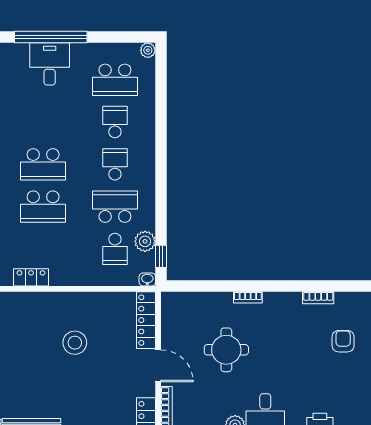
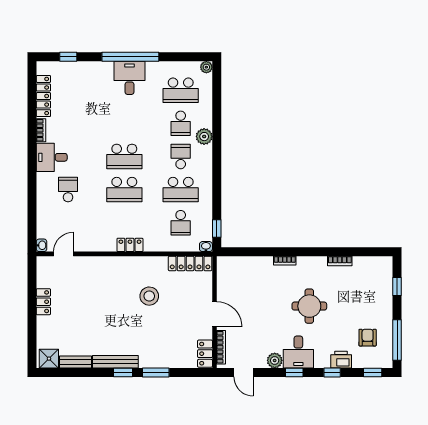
school desk: (115, 122) -> (181, 123), turned 180
school desk: (115, 207) -> (181, 190), turned 180
plant: (145, 241) -> (204, 137), moved
locker: (31, 277) -> (130, 245), moved
locker: (146, 320) -> (190, 263), moved, turned -90
armchair: (343, 341) -> (368, 338), moved
round table: (226, 350) -> (309, 306), moved

